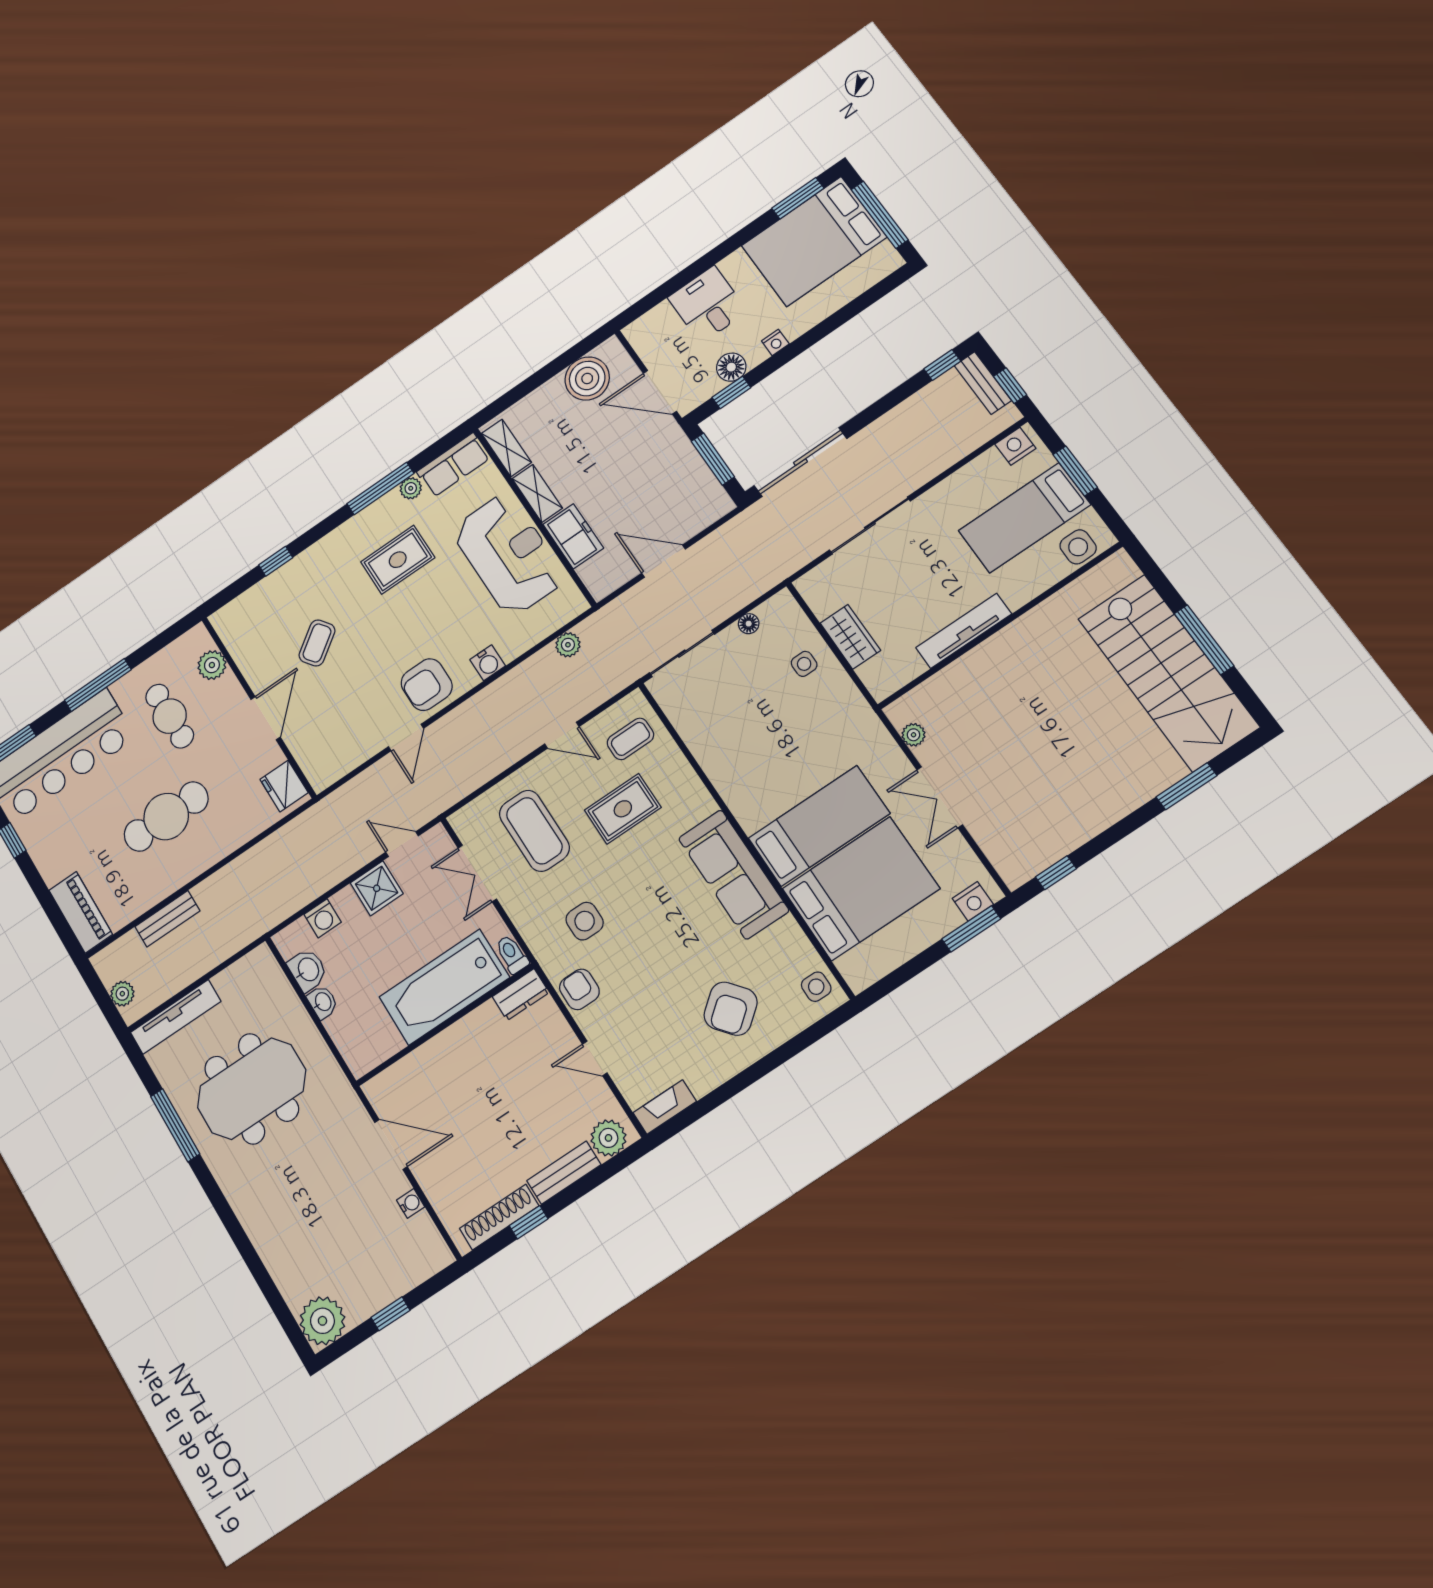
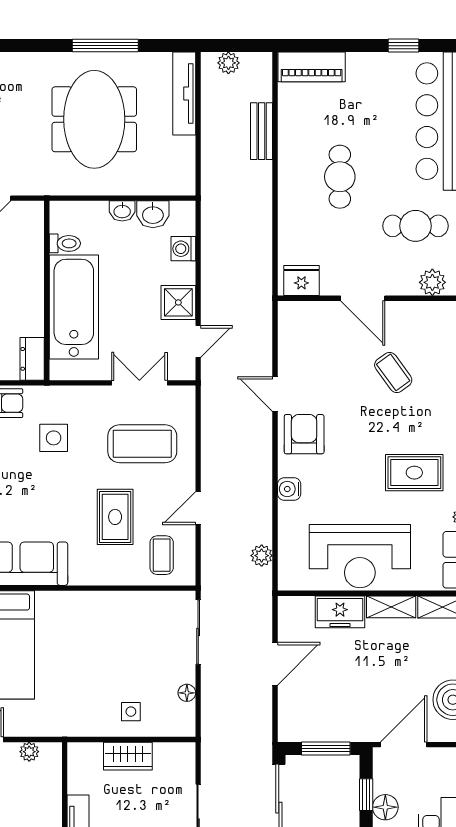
rug: (398, 560) -> (414, 473), turned 90
cafe table: (166, 817) -> (340, 177), width x0.73, depth x0.74
toilet: (512, 954) -> (65, 243), moved

